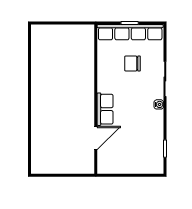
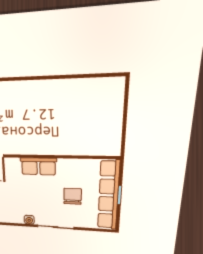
row of seats: (105, 109) -> (38, 166), moved

